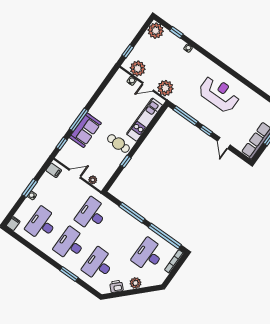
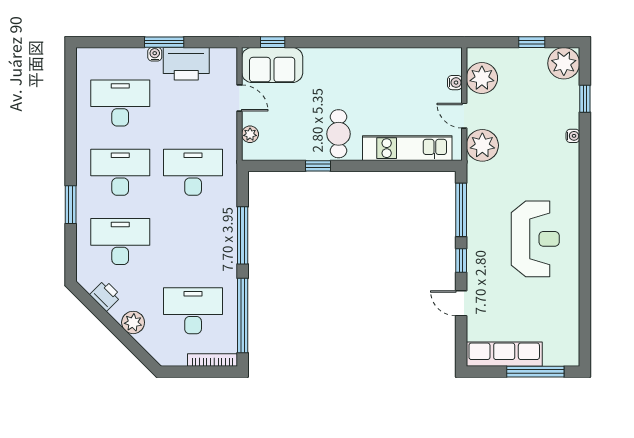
window: (128, 51) -> (532, 42), moved
window: (79, 120) -> (331, 42), removed
sofa: (85, 130) -> (272, 65), moved
door: (224, 143) -> (461, 303), hinge flipped
filing cabinet: (54, 170) -> (220, 60), removed
printer: (45, 185) -> (186, 64), added
filing cabinet: (13, 224) -> (88, 56), removed

